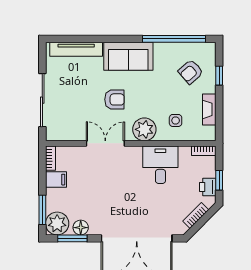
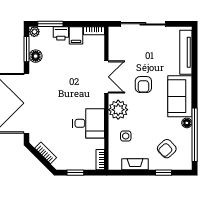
floor lamp: (160, 48) -> (187, 123), added
armchair: (191, 72) -> (167, 149), turned -92
printer: (208, 187) -> (61, 33), moved, turned 180
plant: (57, 224) -> (34, 32), width x0.53, depth x0.53

